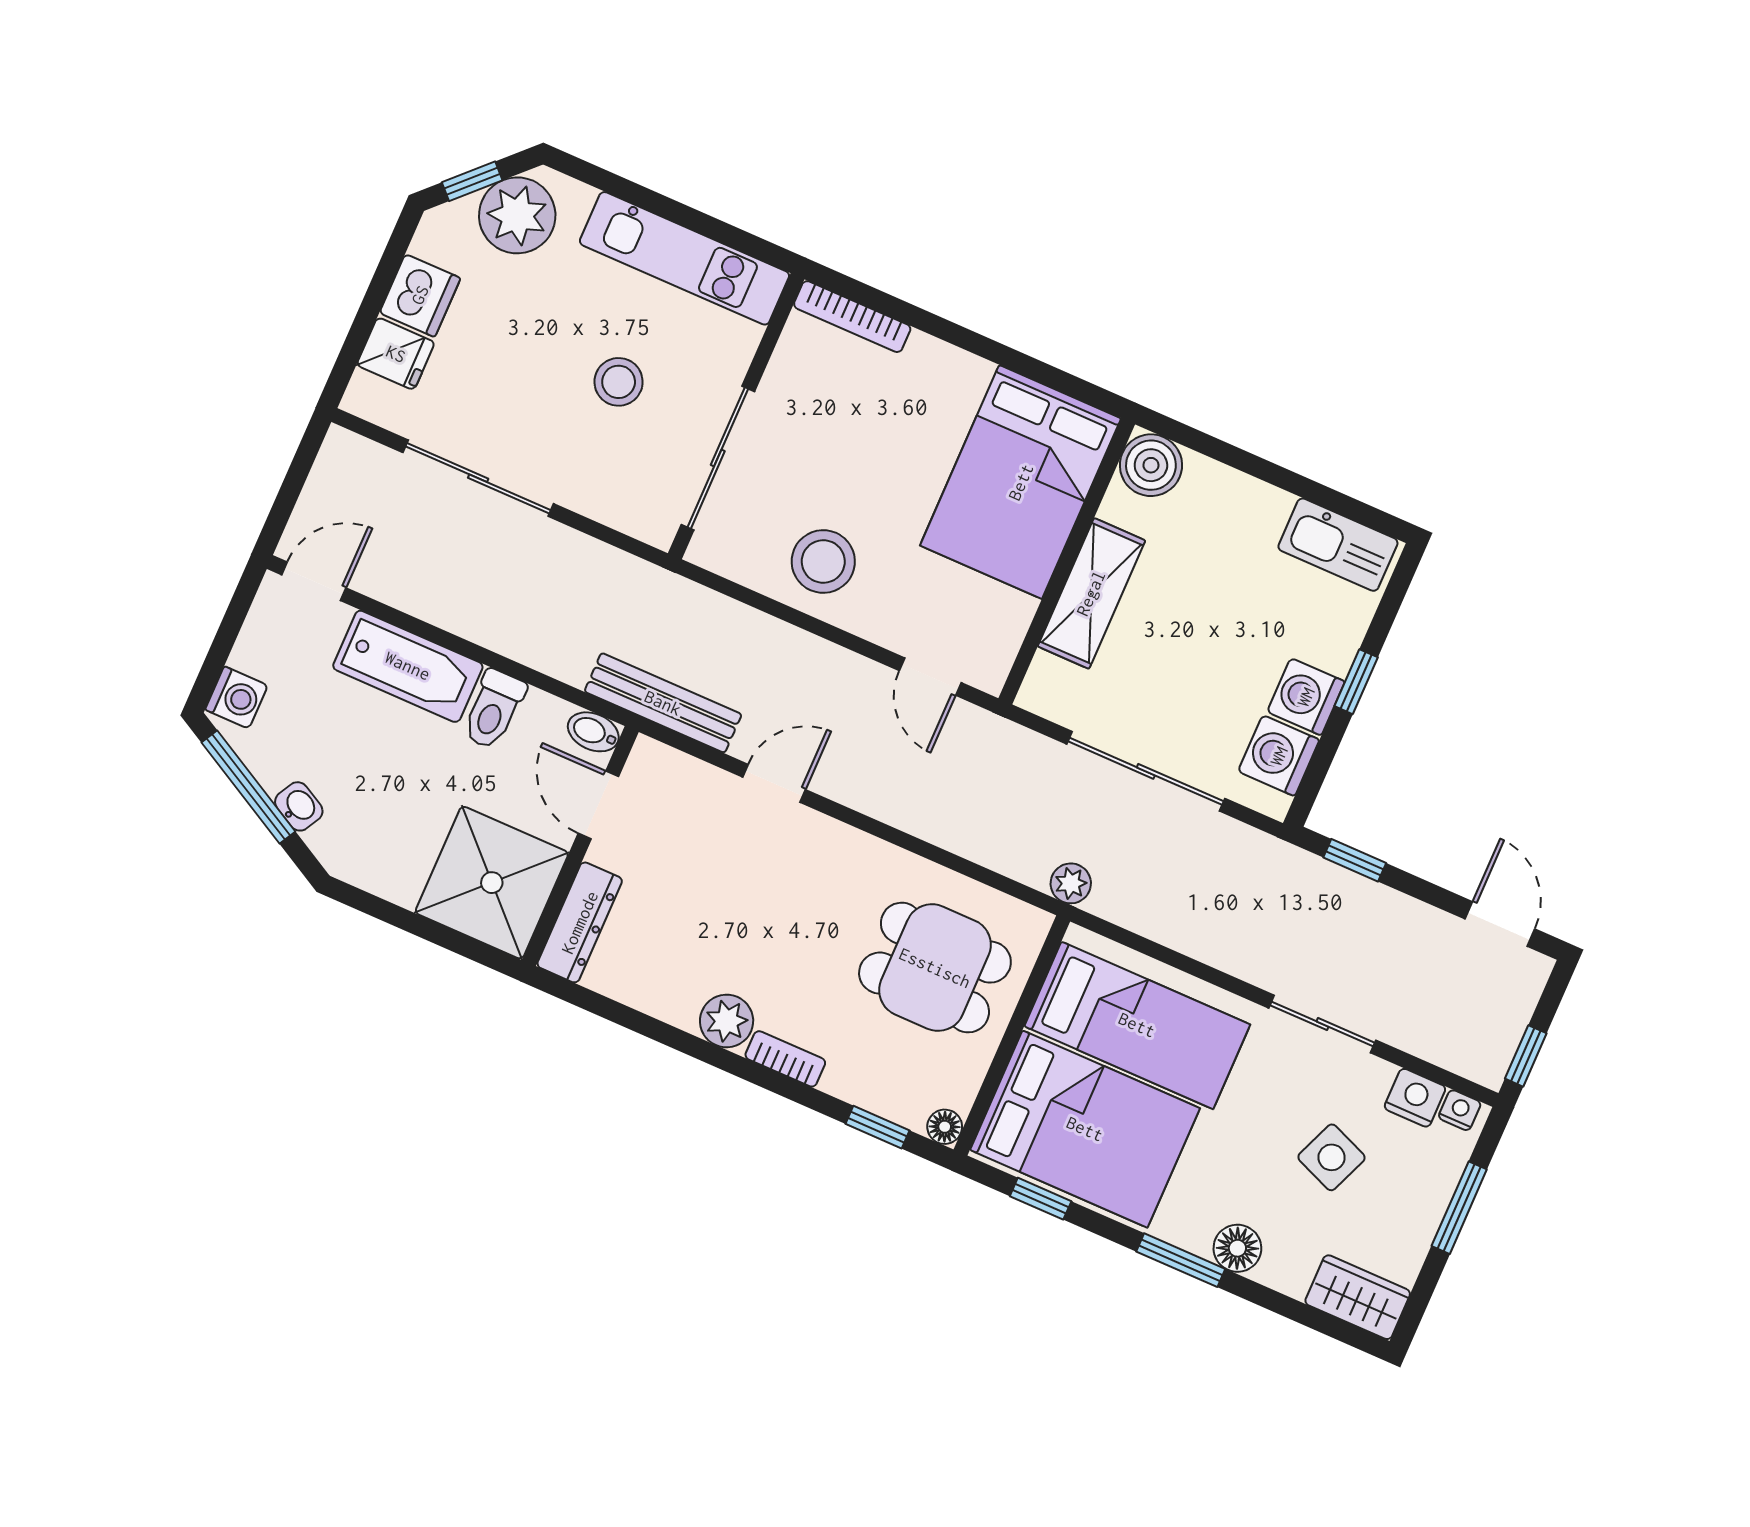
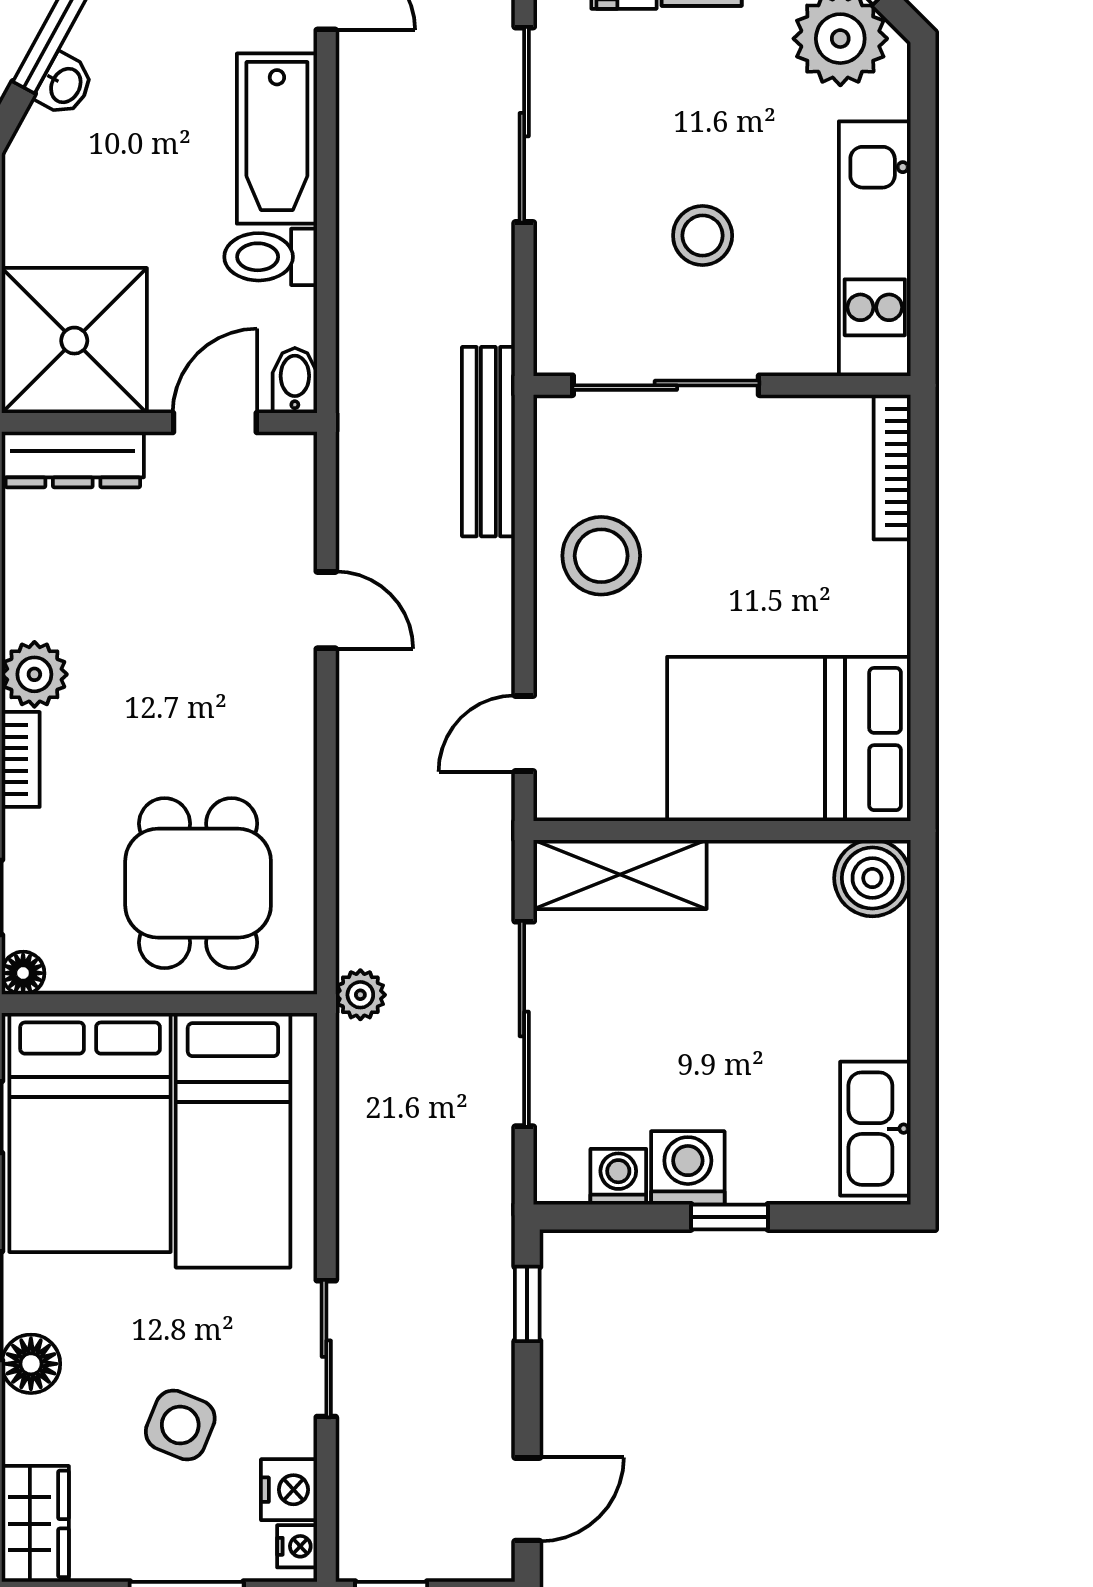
shelving: (1091, 593) -> (620, 874), moved
bench: (663, 703) -> (488, 442), moved
washing machine: (1279, 756) -> (618, 1177), width x0.73, depth x0.73

